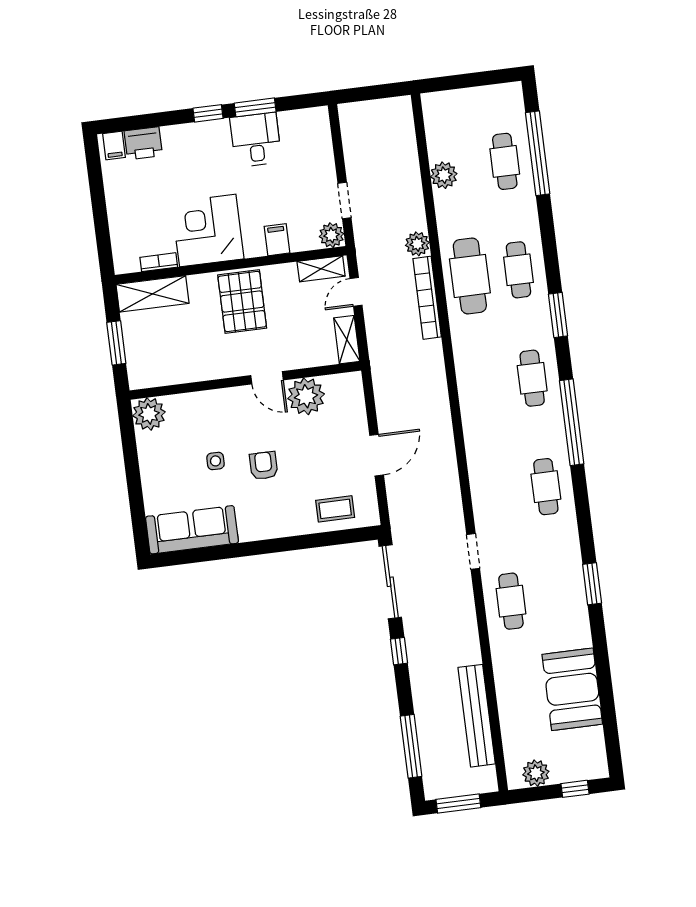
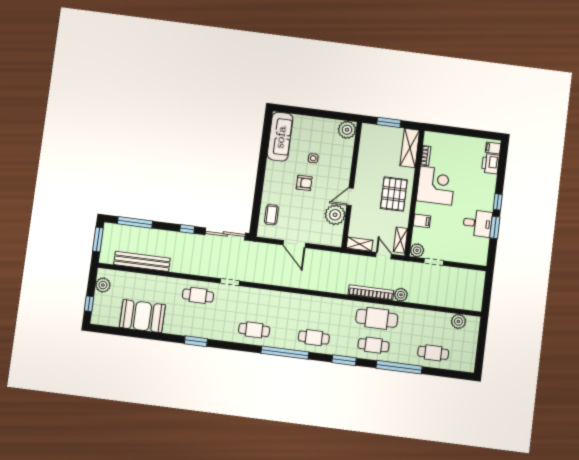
window: (538, 153) -> (399, 367), moved
plant: (444, 175) -> (458, 321), moved
pallet: (242, 302) -> (394, 194), turned 90

